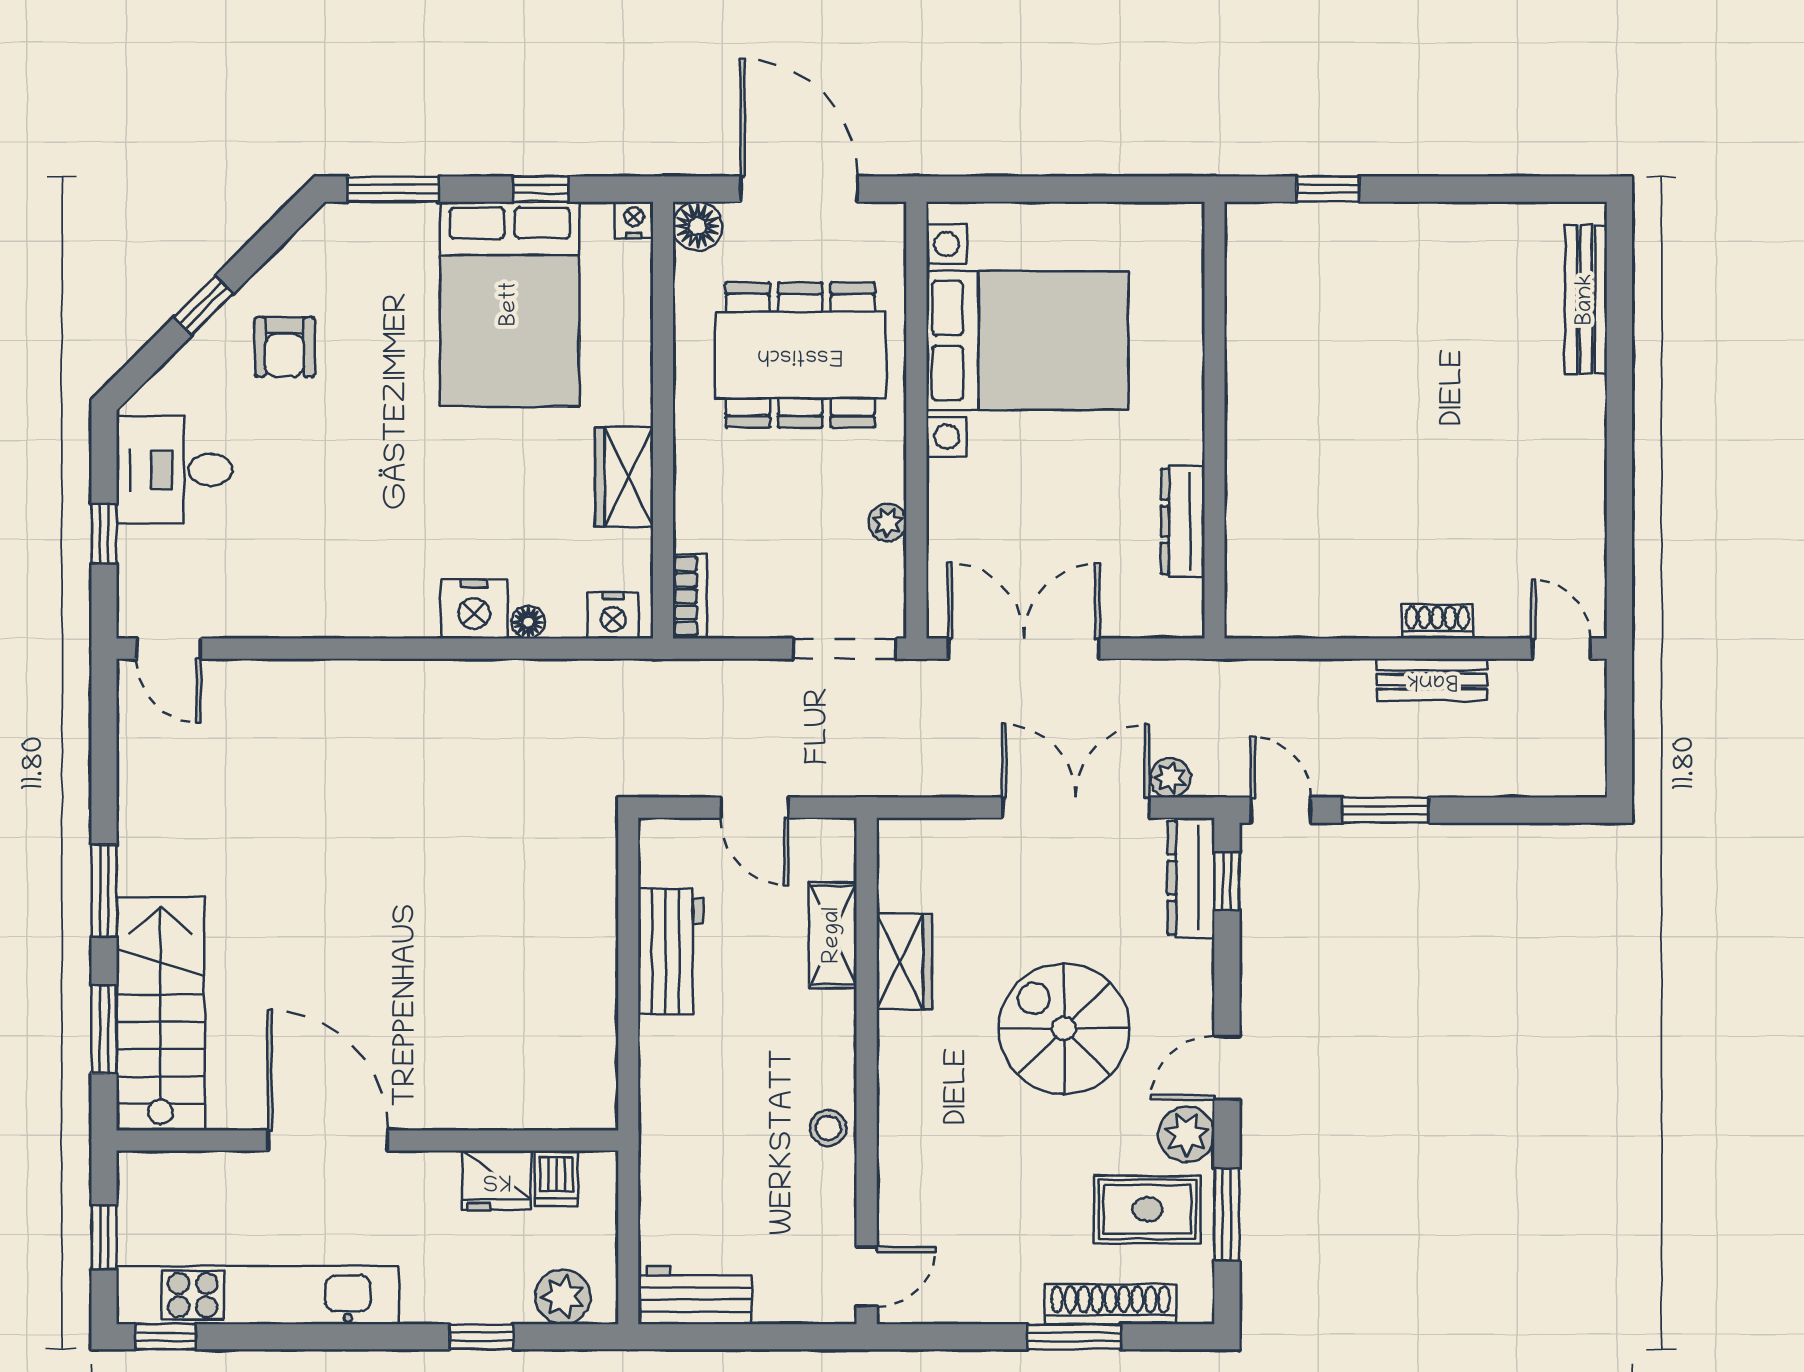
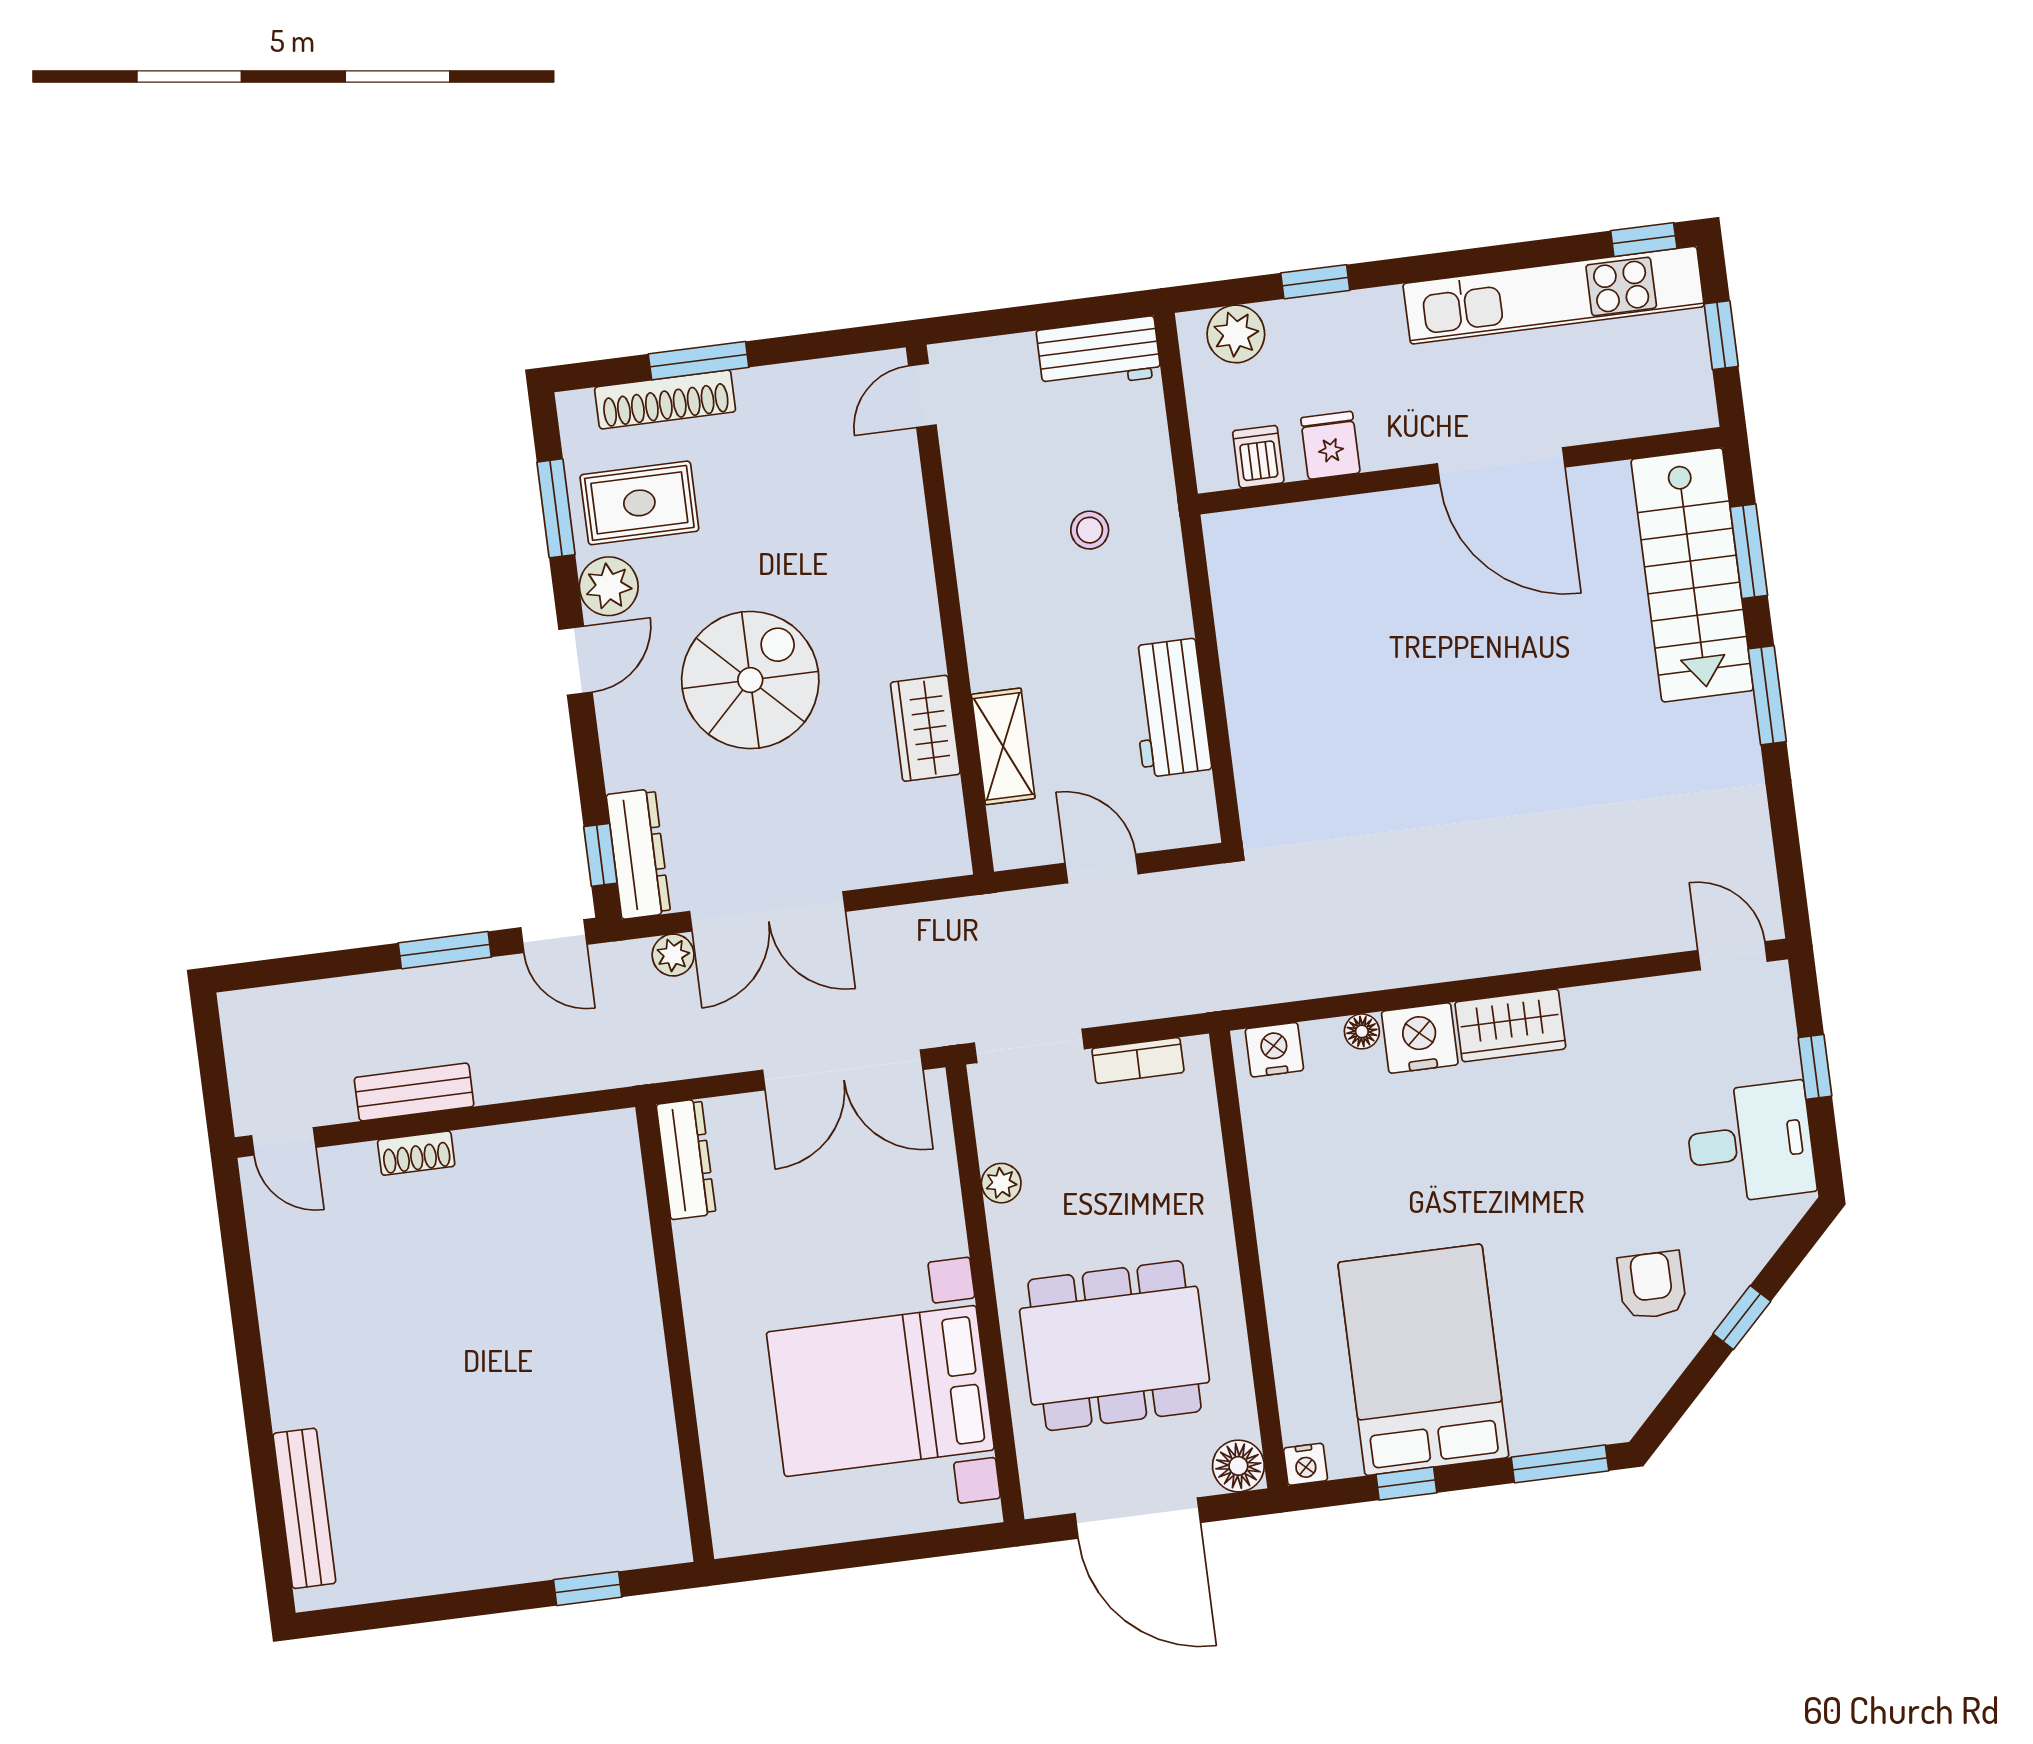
wardrobe: (624, 477) -> (1510, 1025), moved, turned 90
dresser: (1183, 521) -> (686, 1159), moved
bookcase: (690, 596) -> (1138, 1060), moved, turned -90
spiral stairs: (1064, 1028) -> (750, 680), turned -90
stool: (828, 1128) -> (1090, 530), moved
fridge: (497, 1180) -> (1330, 445), width x0.72

